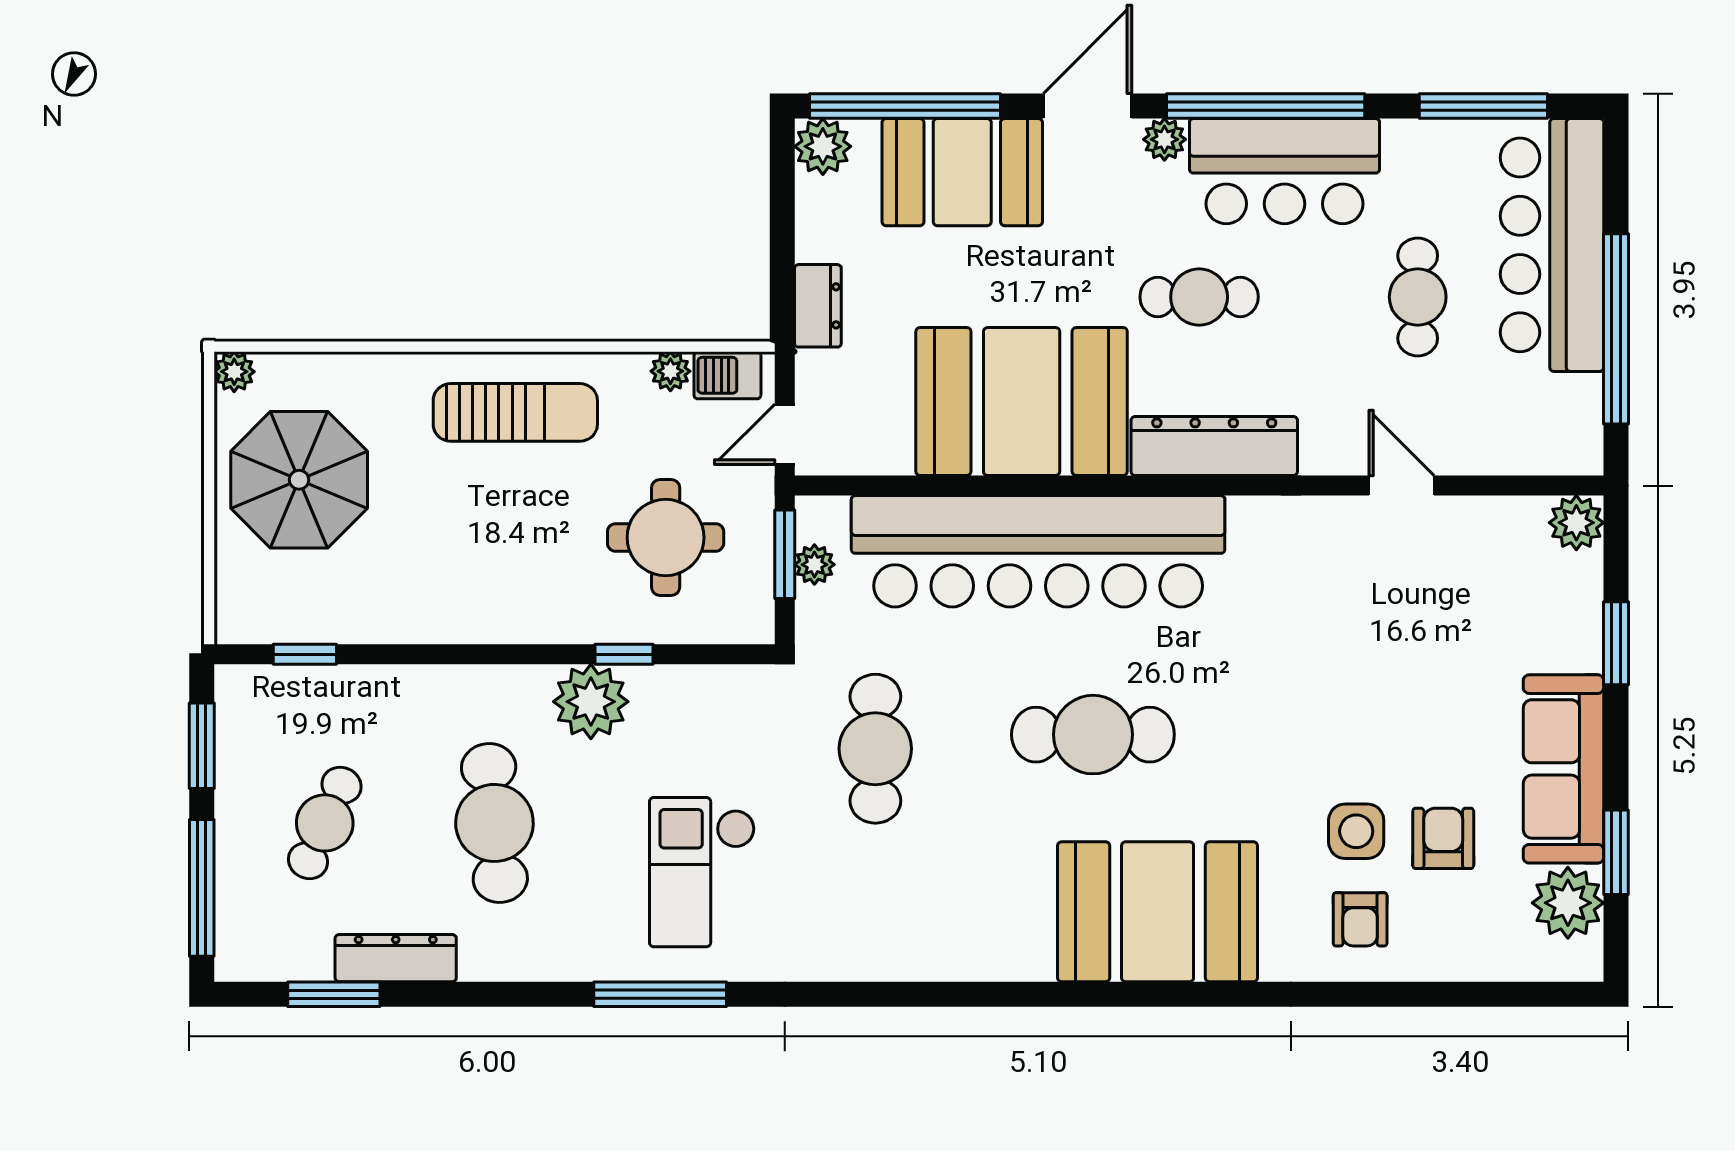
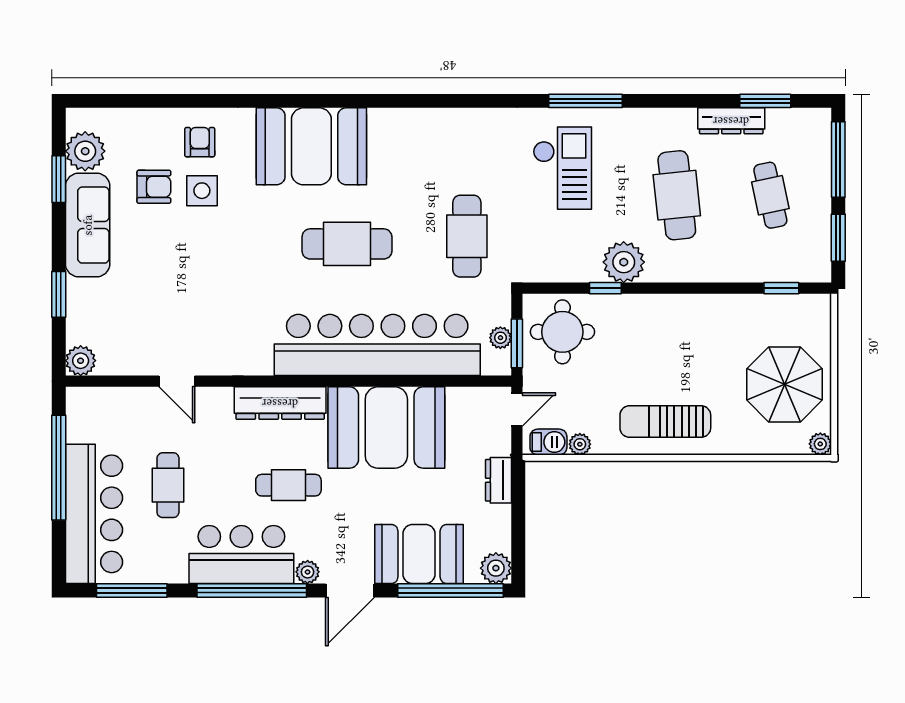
round table: (666, 537) -> (562, 332), moved
cafe table: (325, 823) -> (770, 195), turned -36
armchair: (1443, 838) -> (154, 187), turned -90

